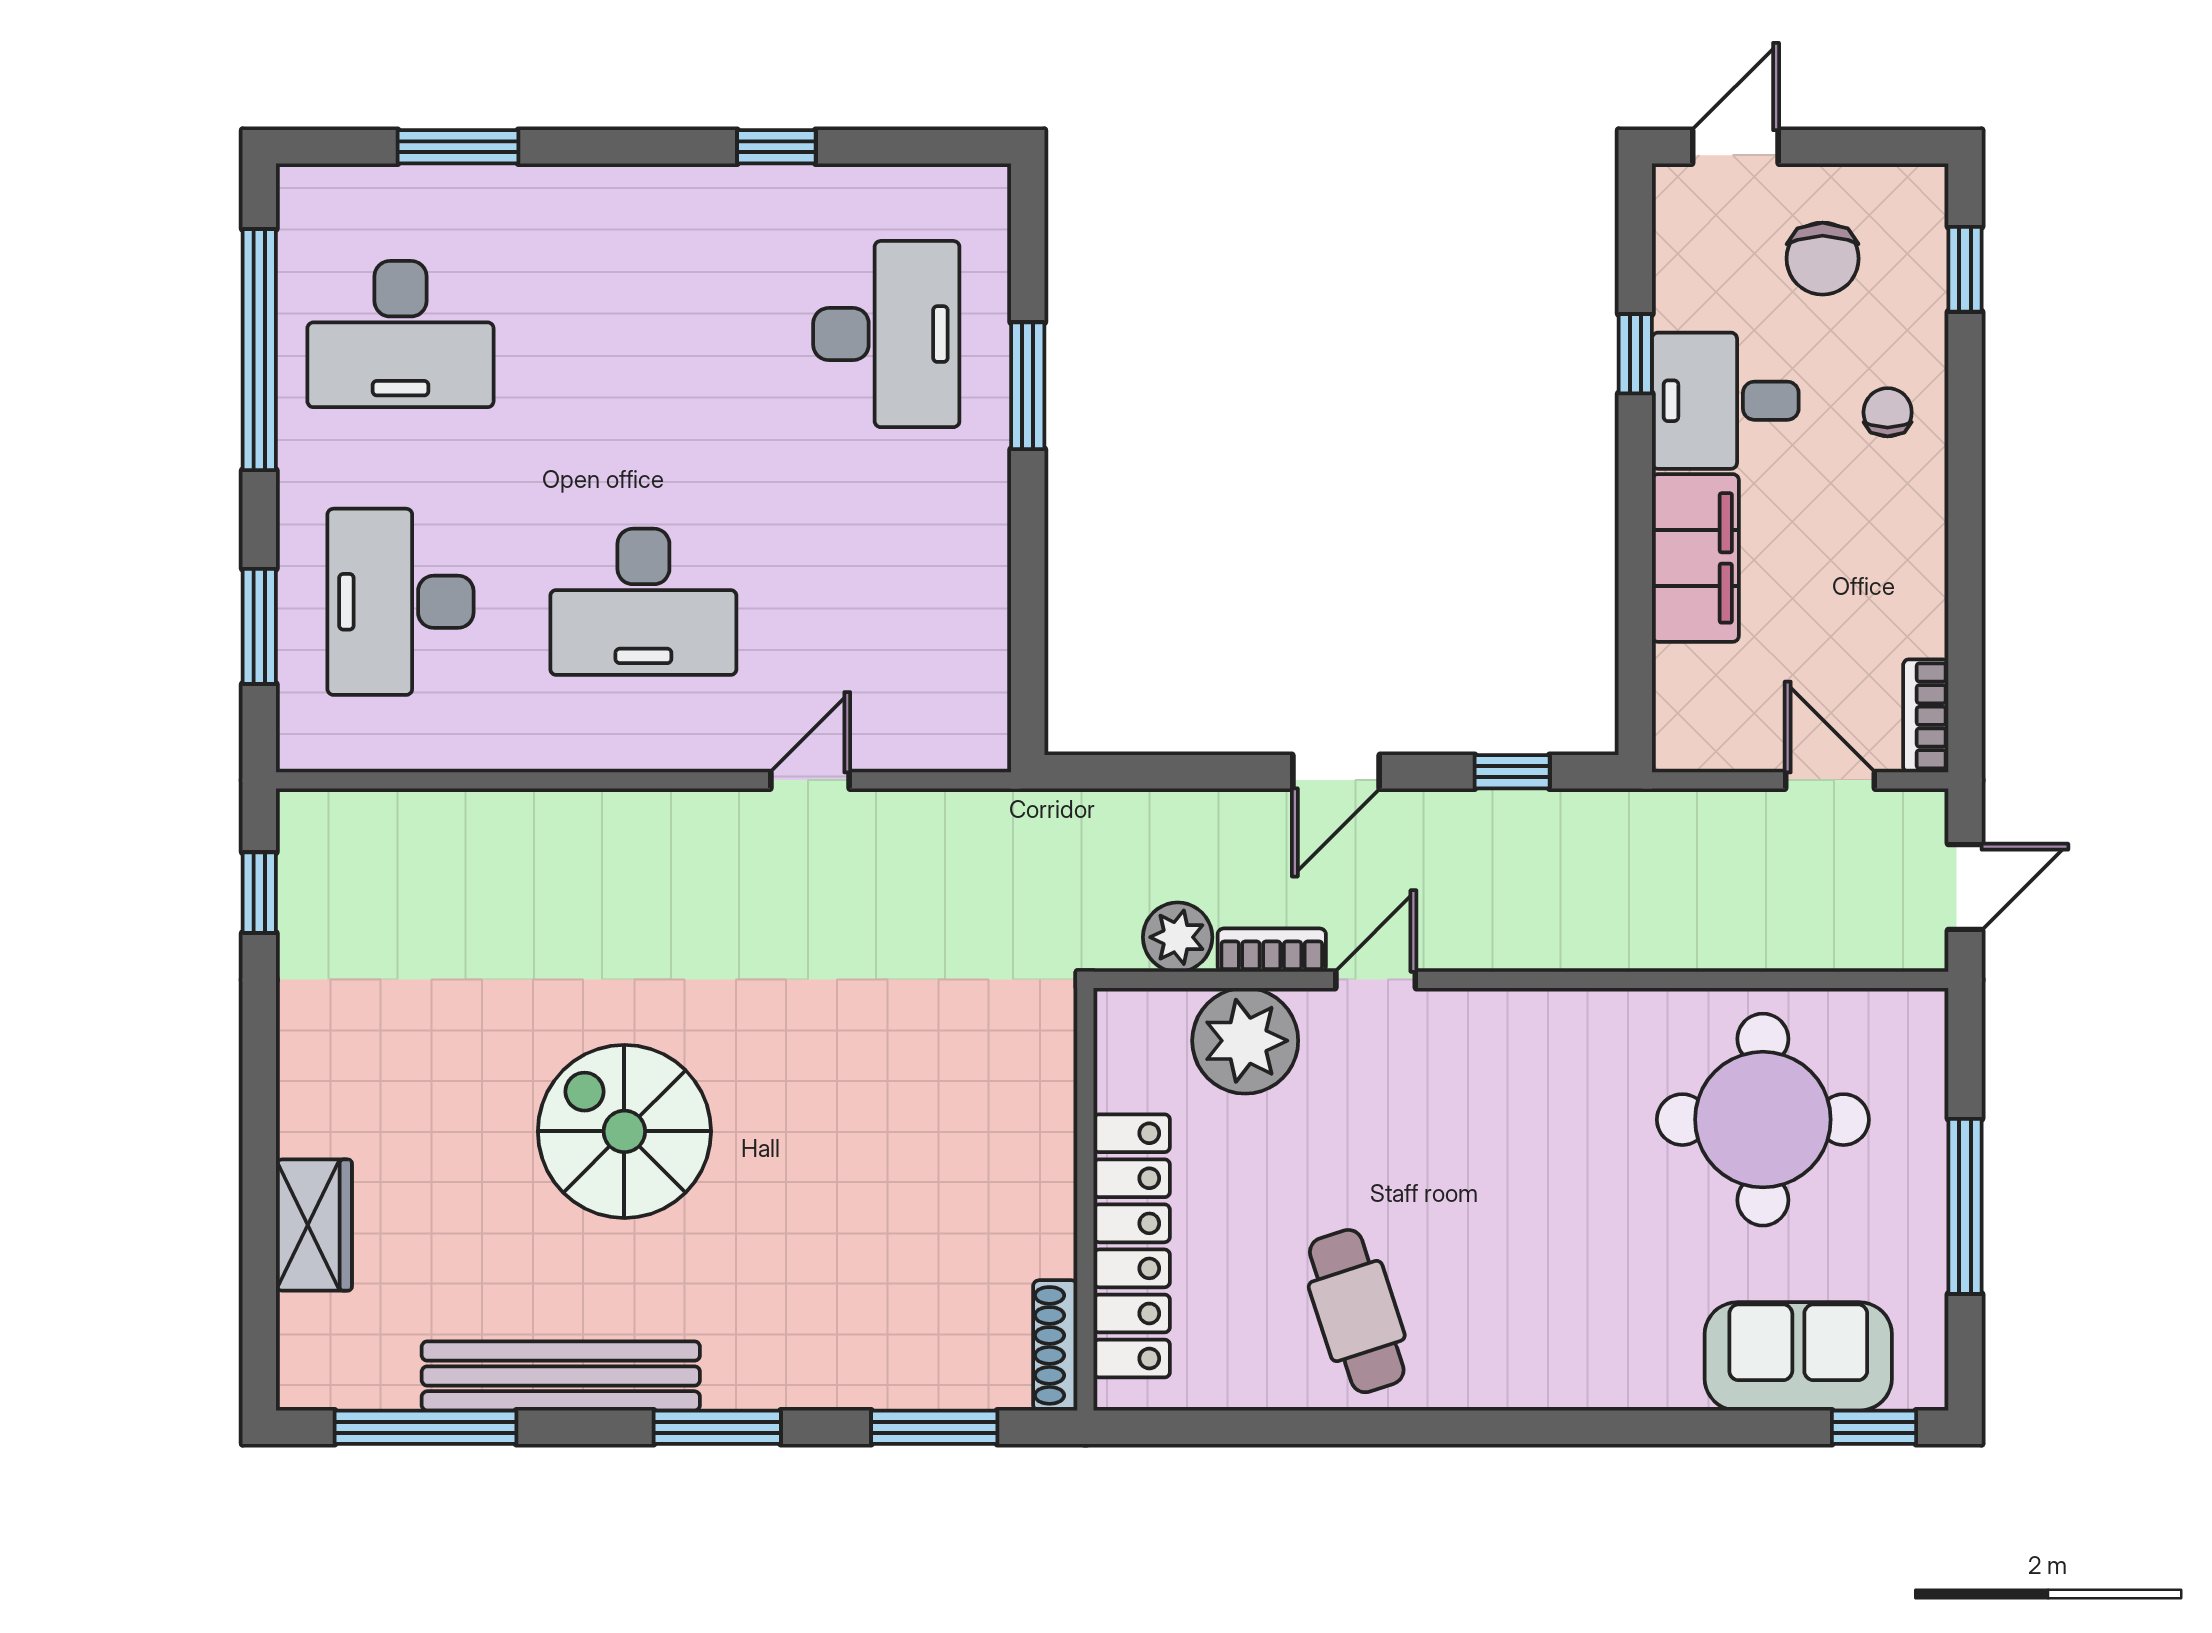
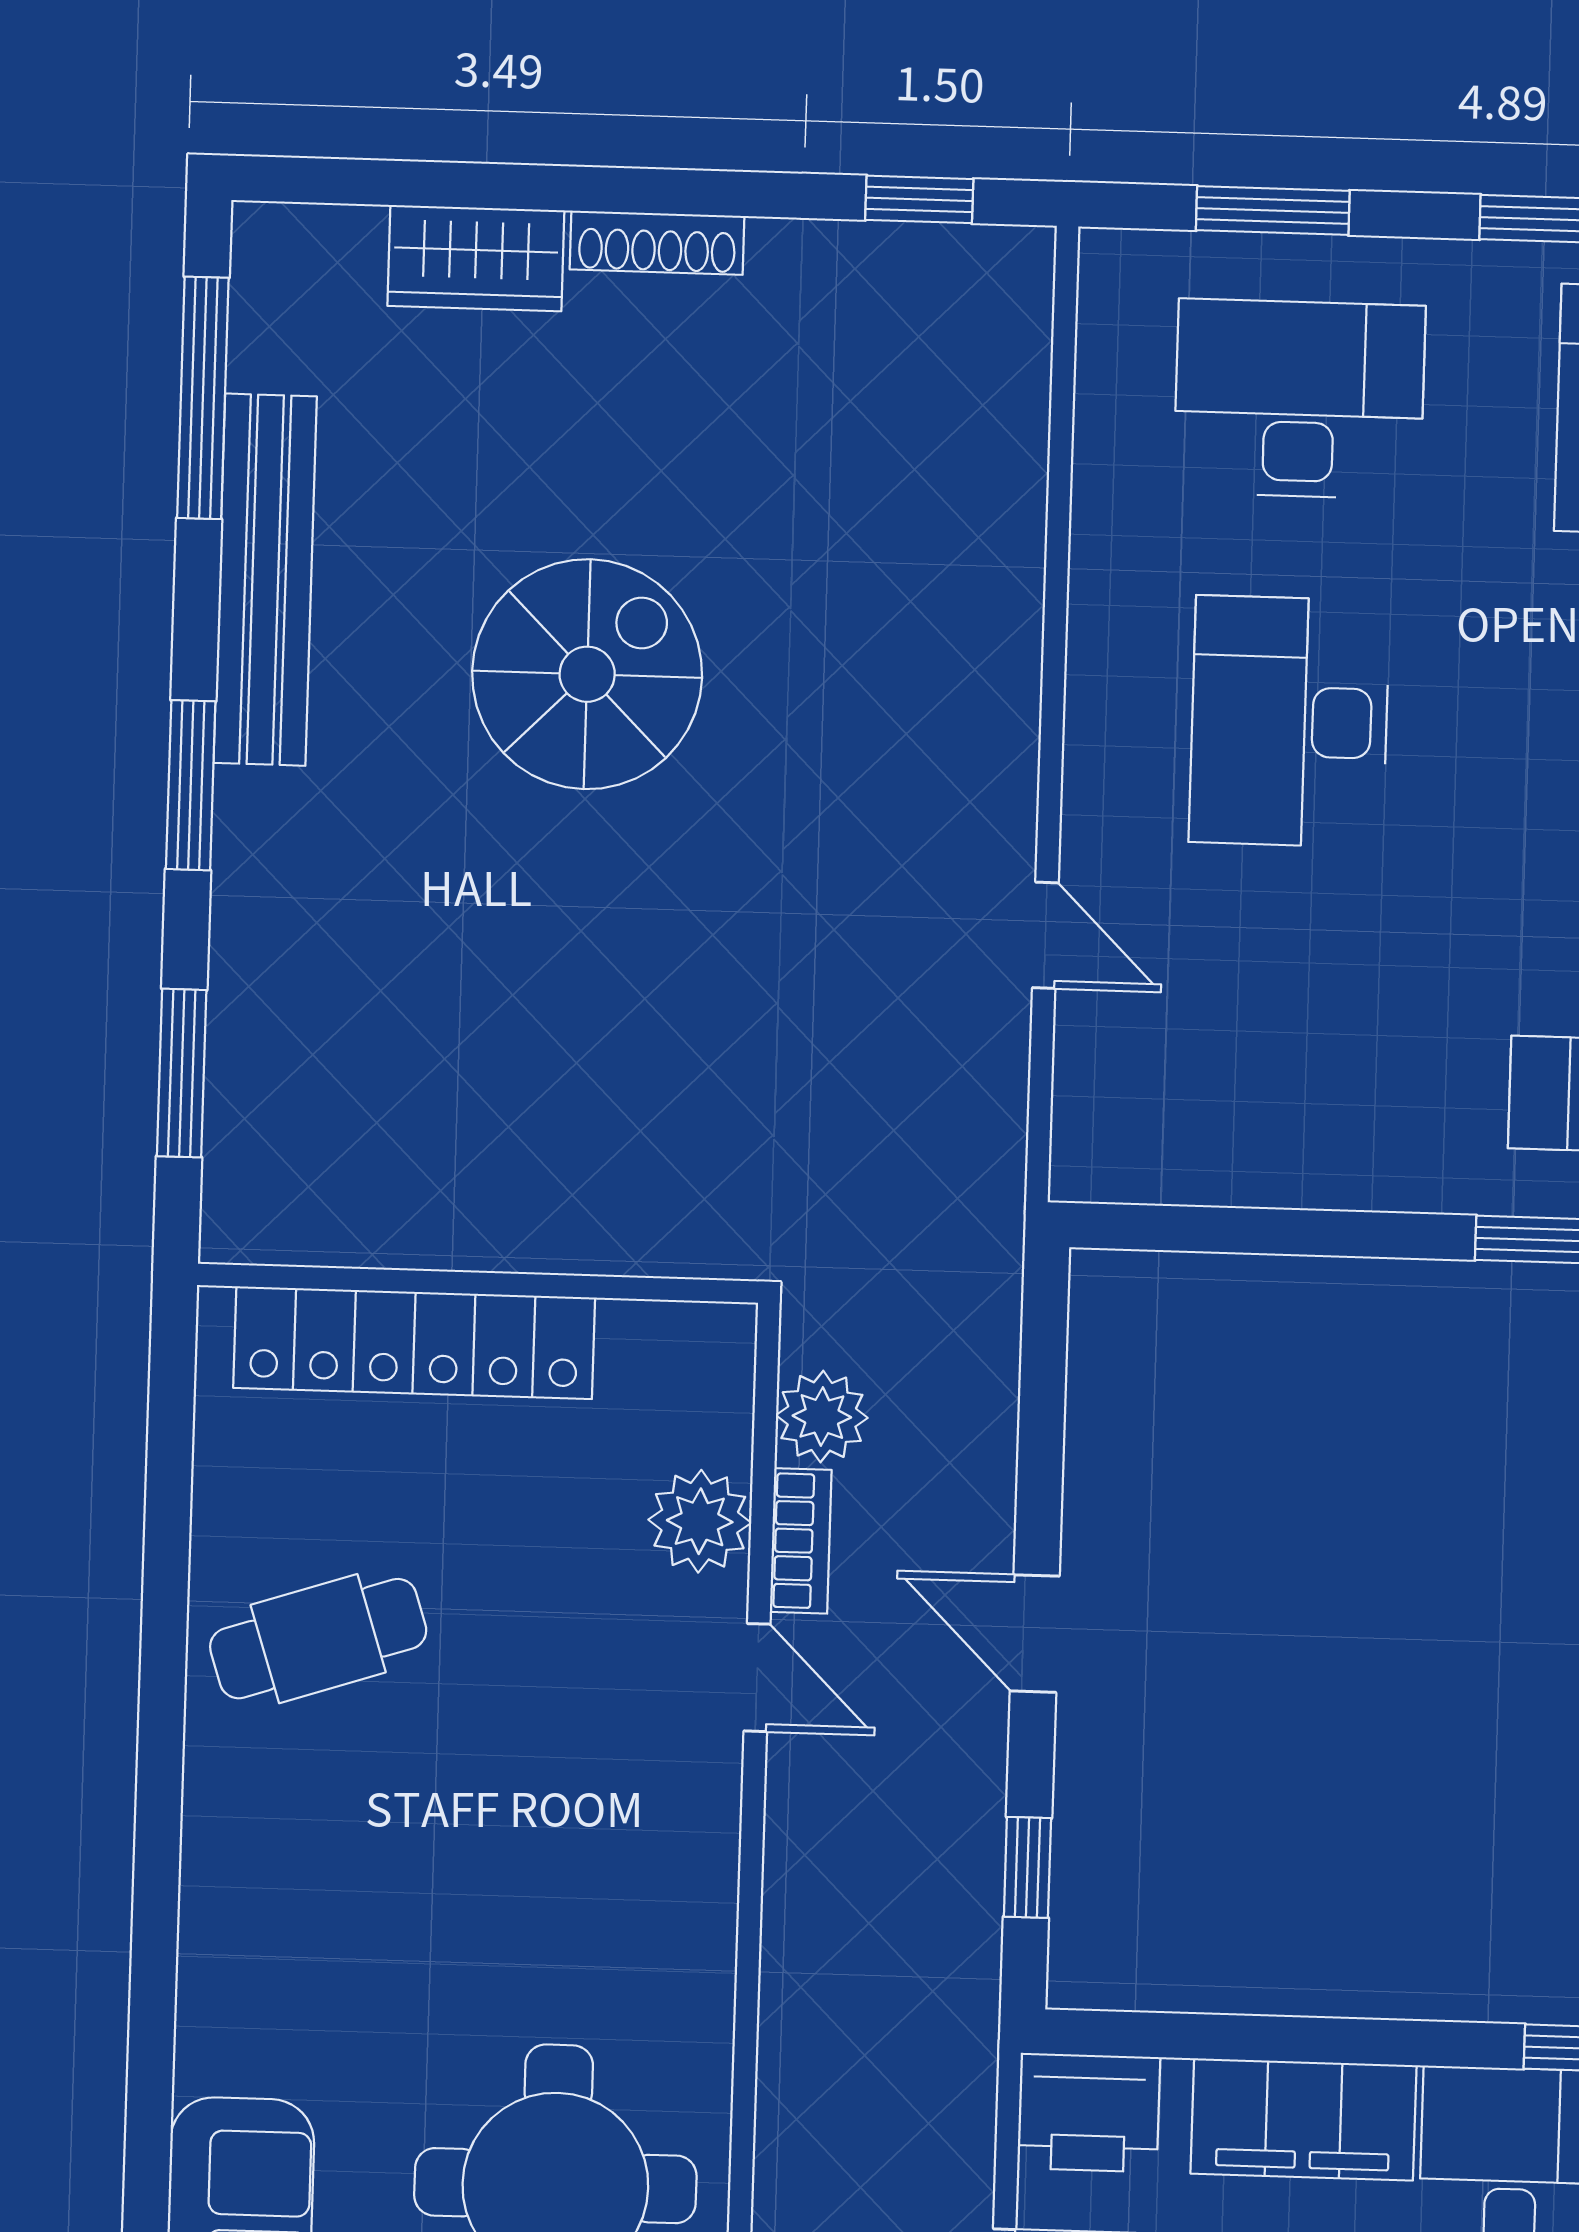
printer: (1695, 720) -> (1089, 2113), added
plant: (1245, 1041) -> (700, 1521), width x0.73, depth x0.73
shoe rack: (1055, 1345) -> (657, 243), moved, turned 180

